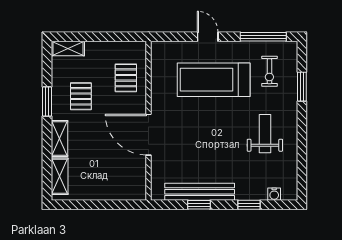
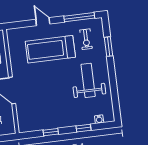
weight bench: (265, 134) -> (88, 80), width x1.36, depth x1.33
bench: (200, 192) -> (50, 124), removed

